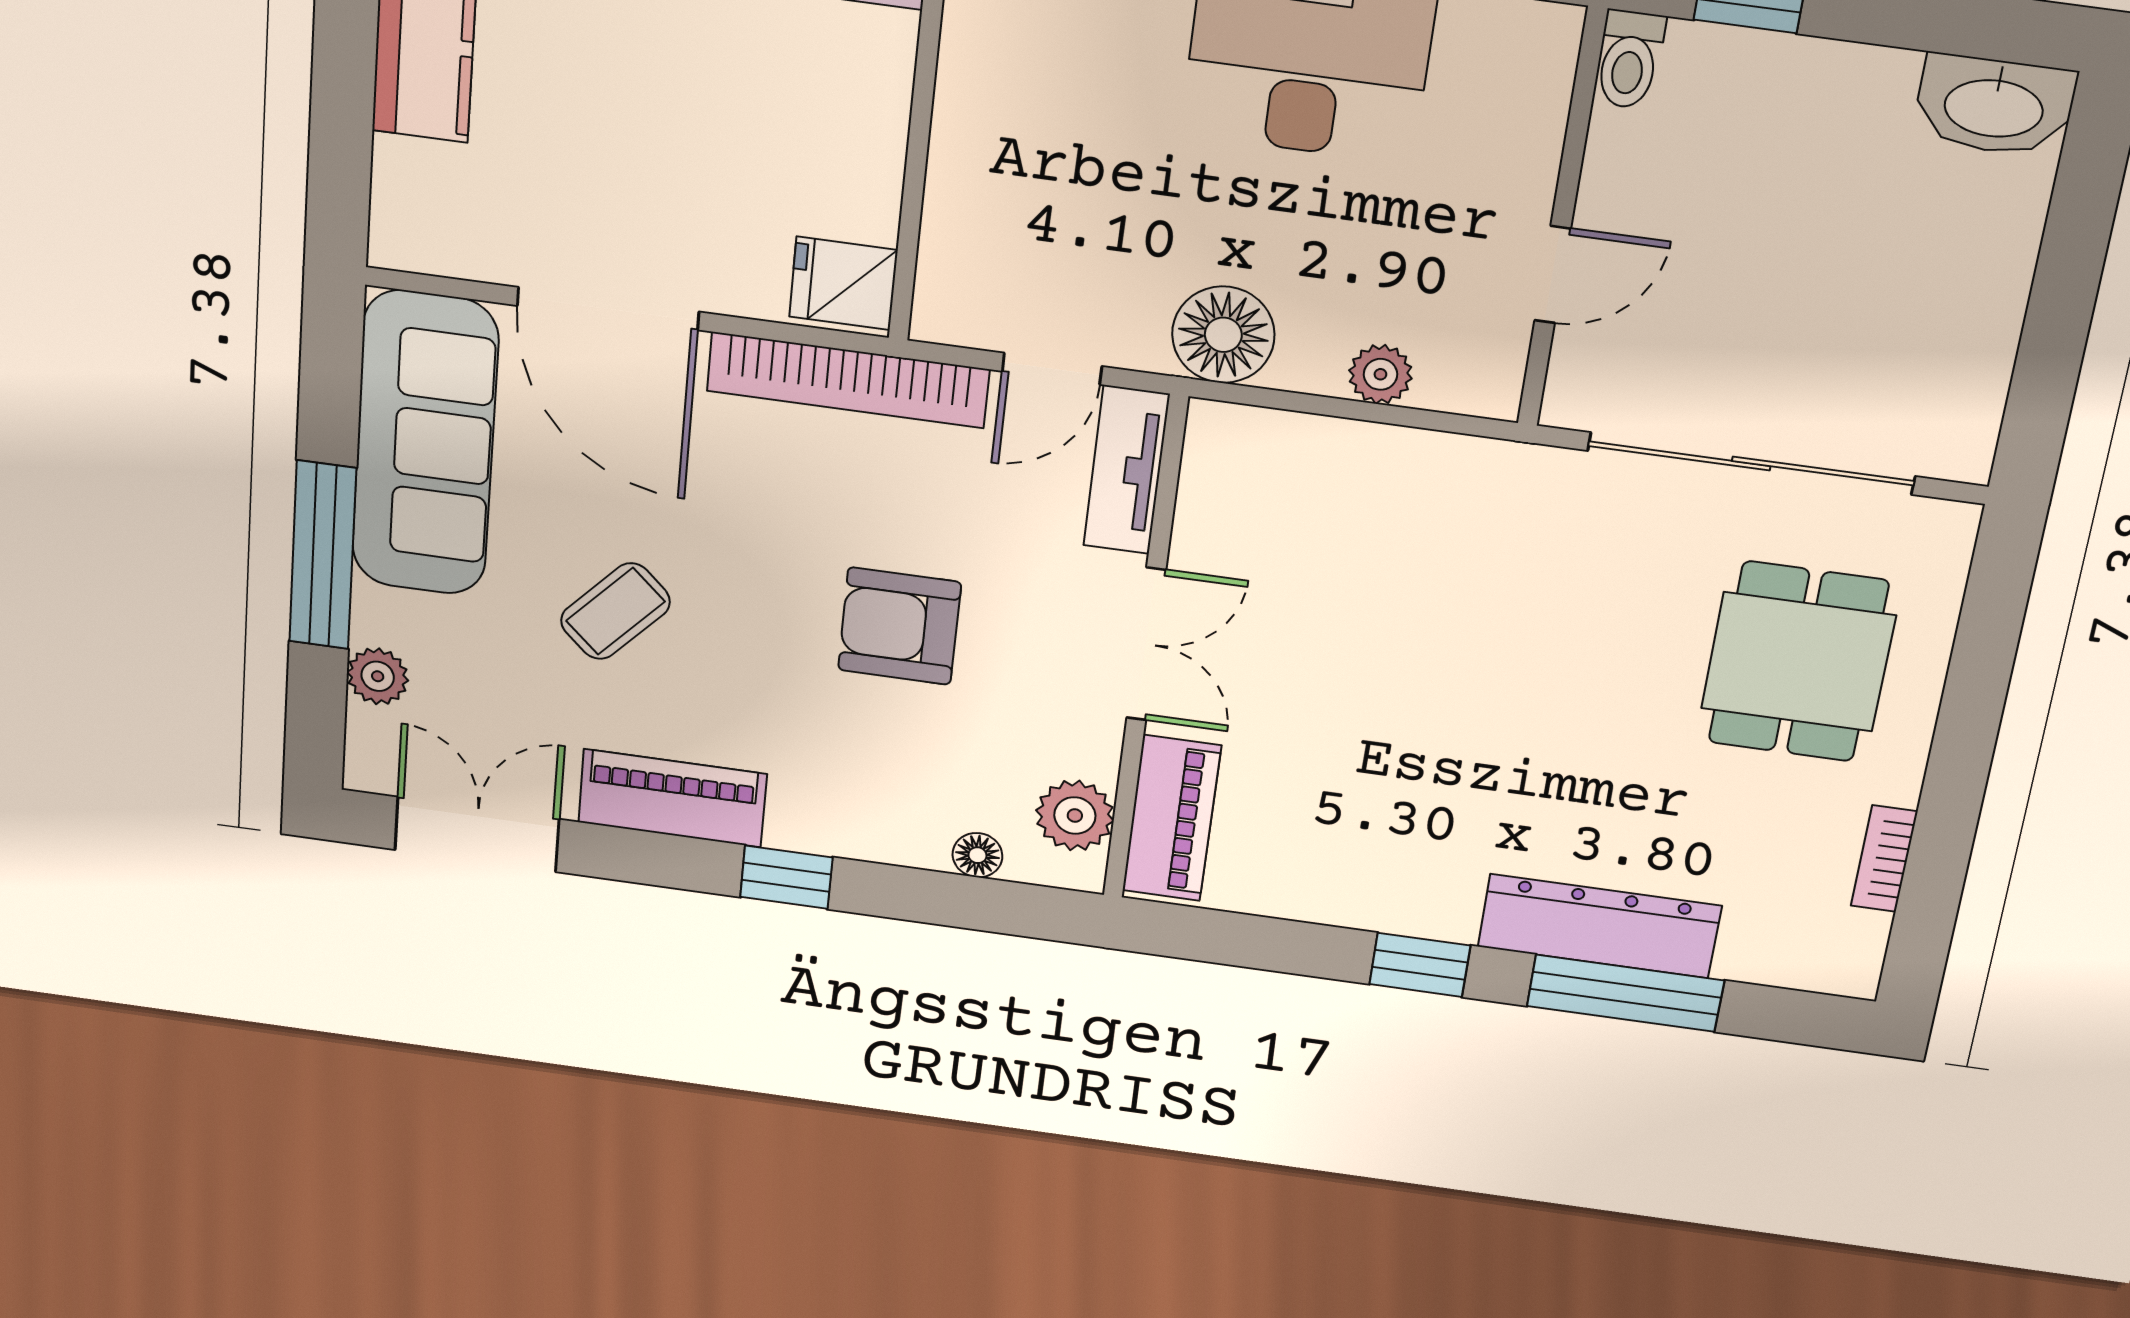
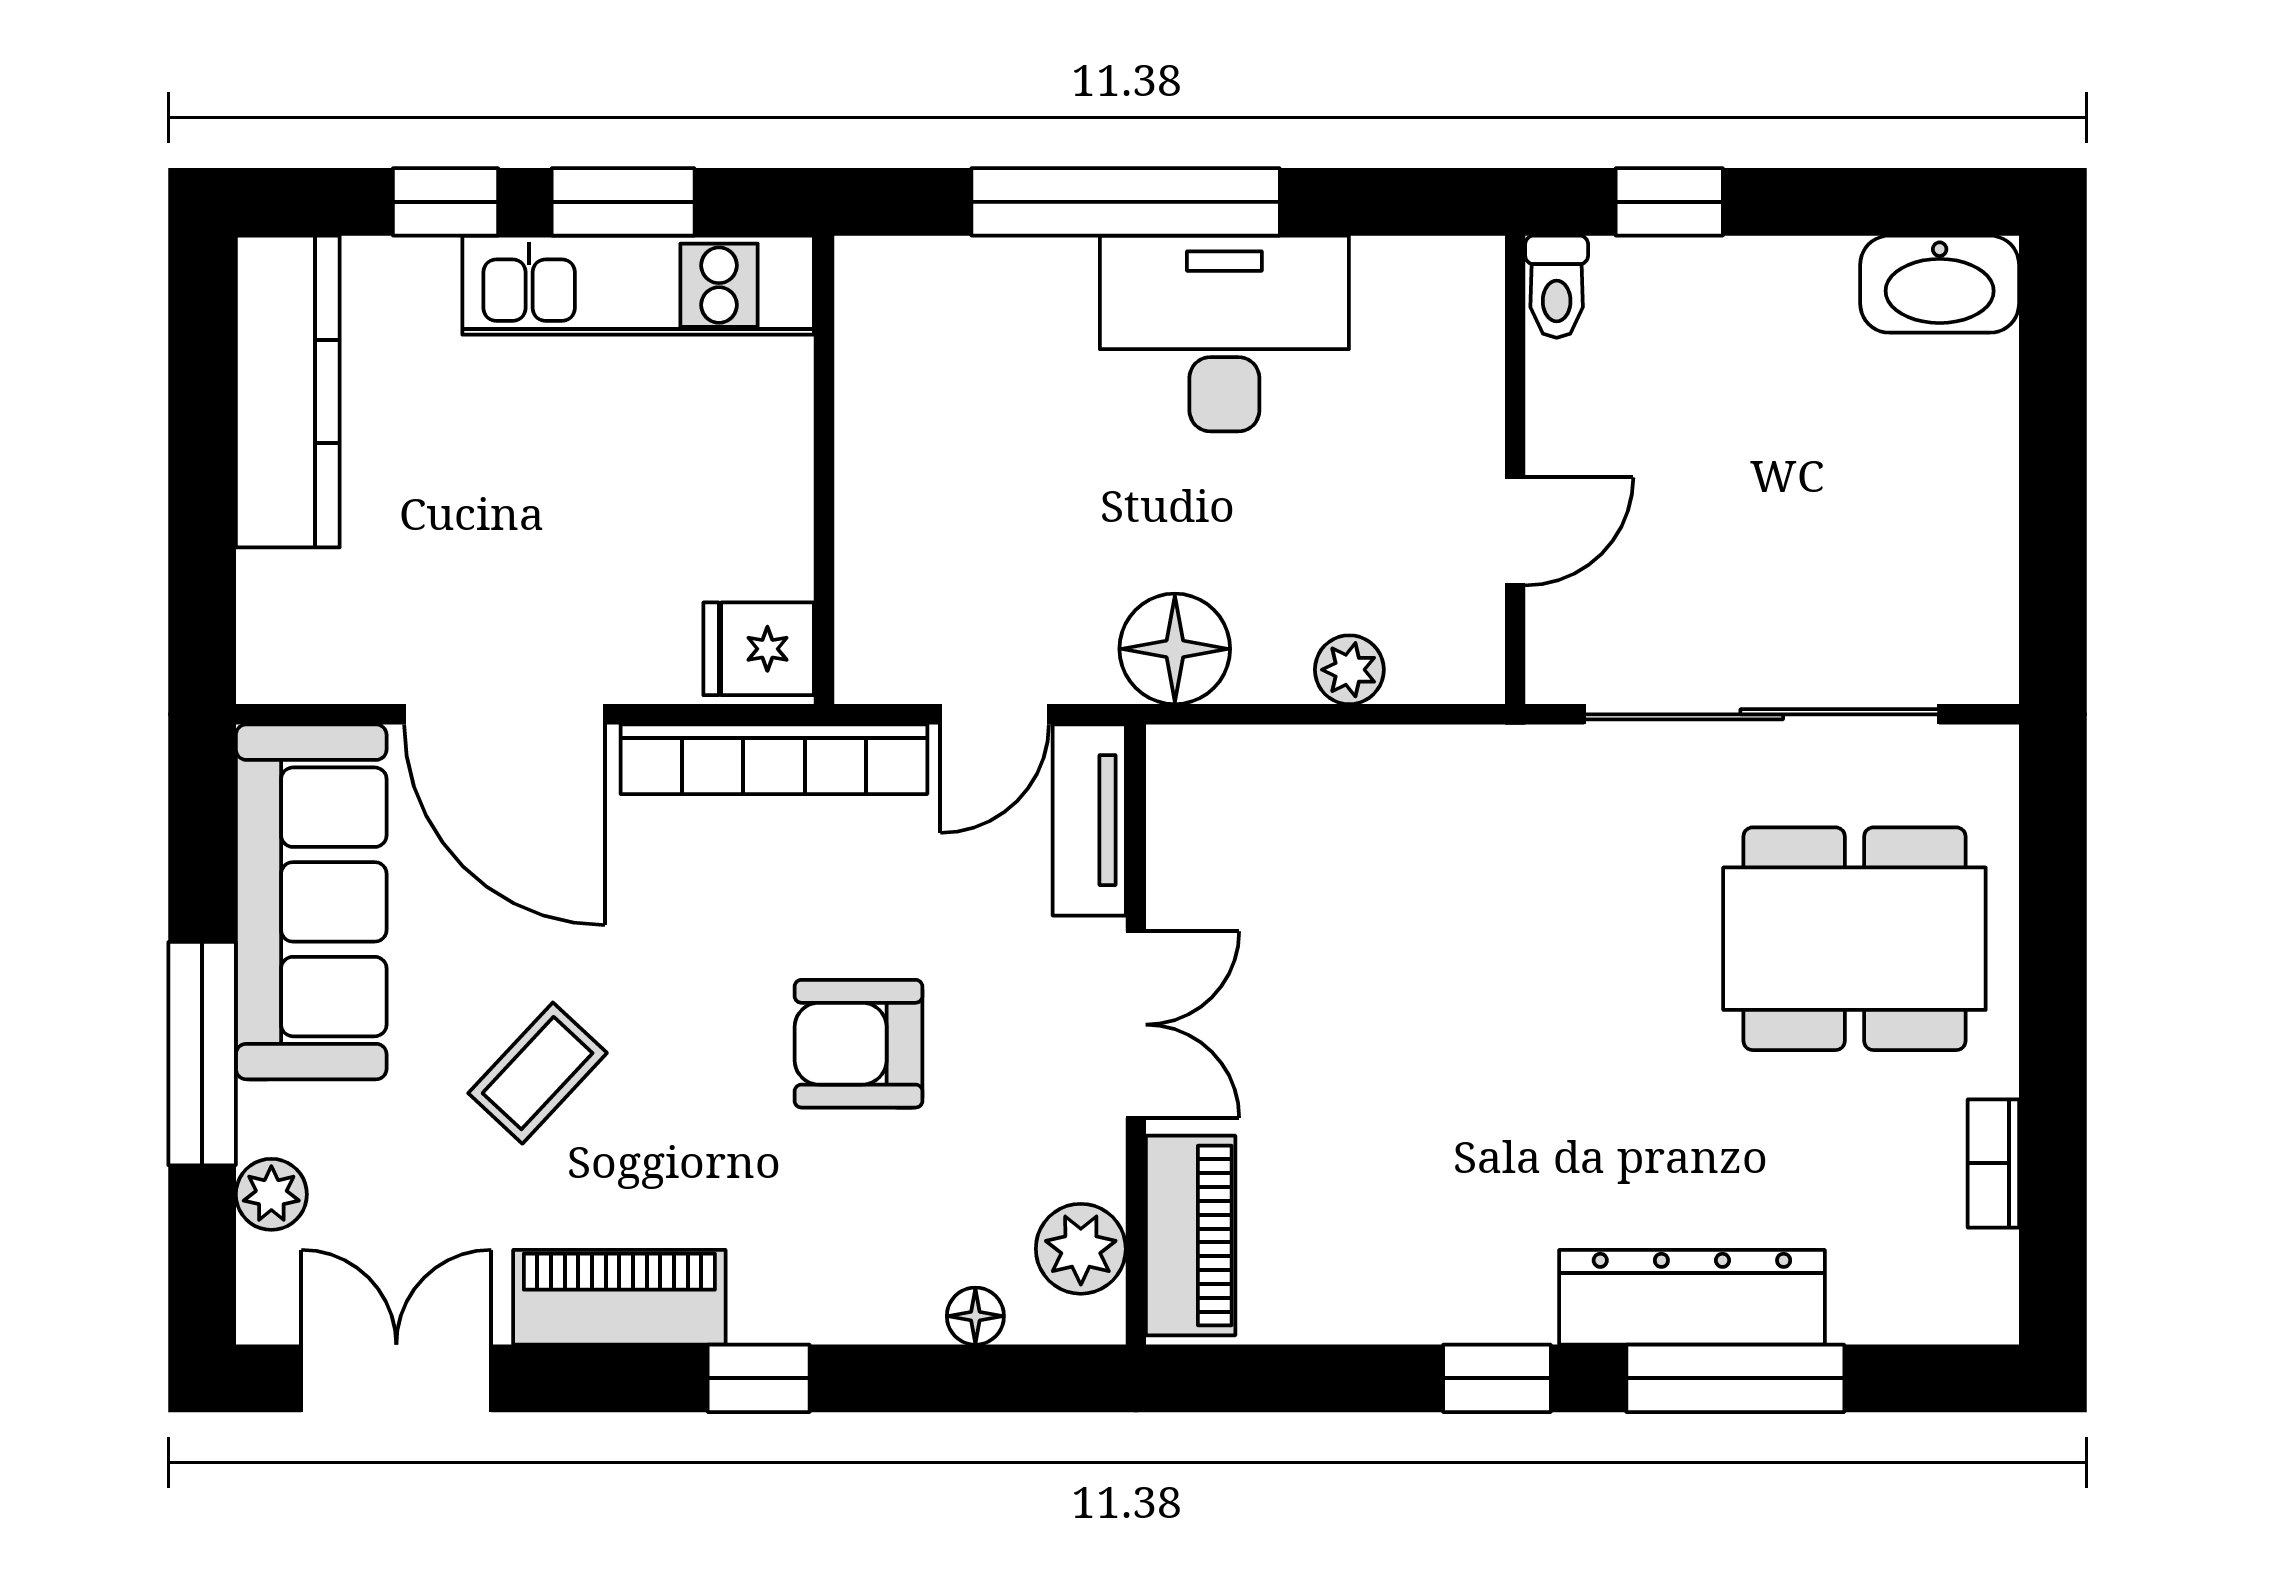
dining table: (1798, 662) -> (1854, 939), width x1.37

